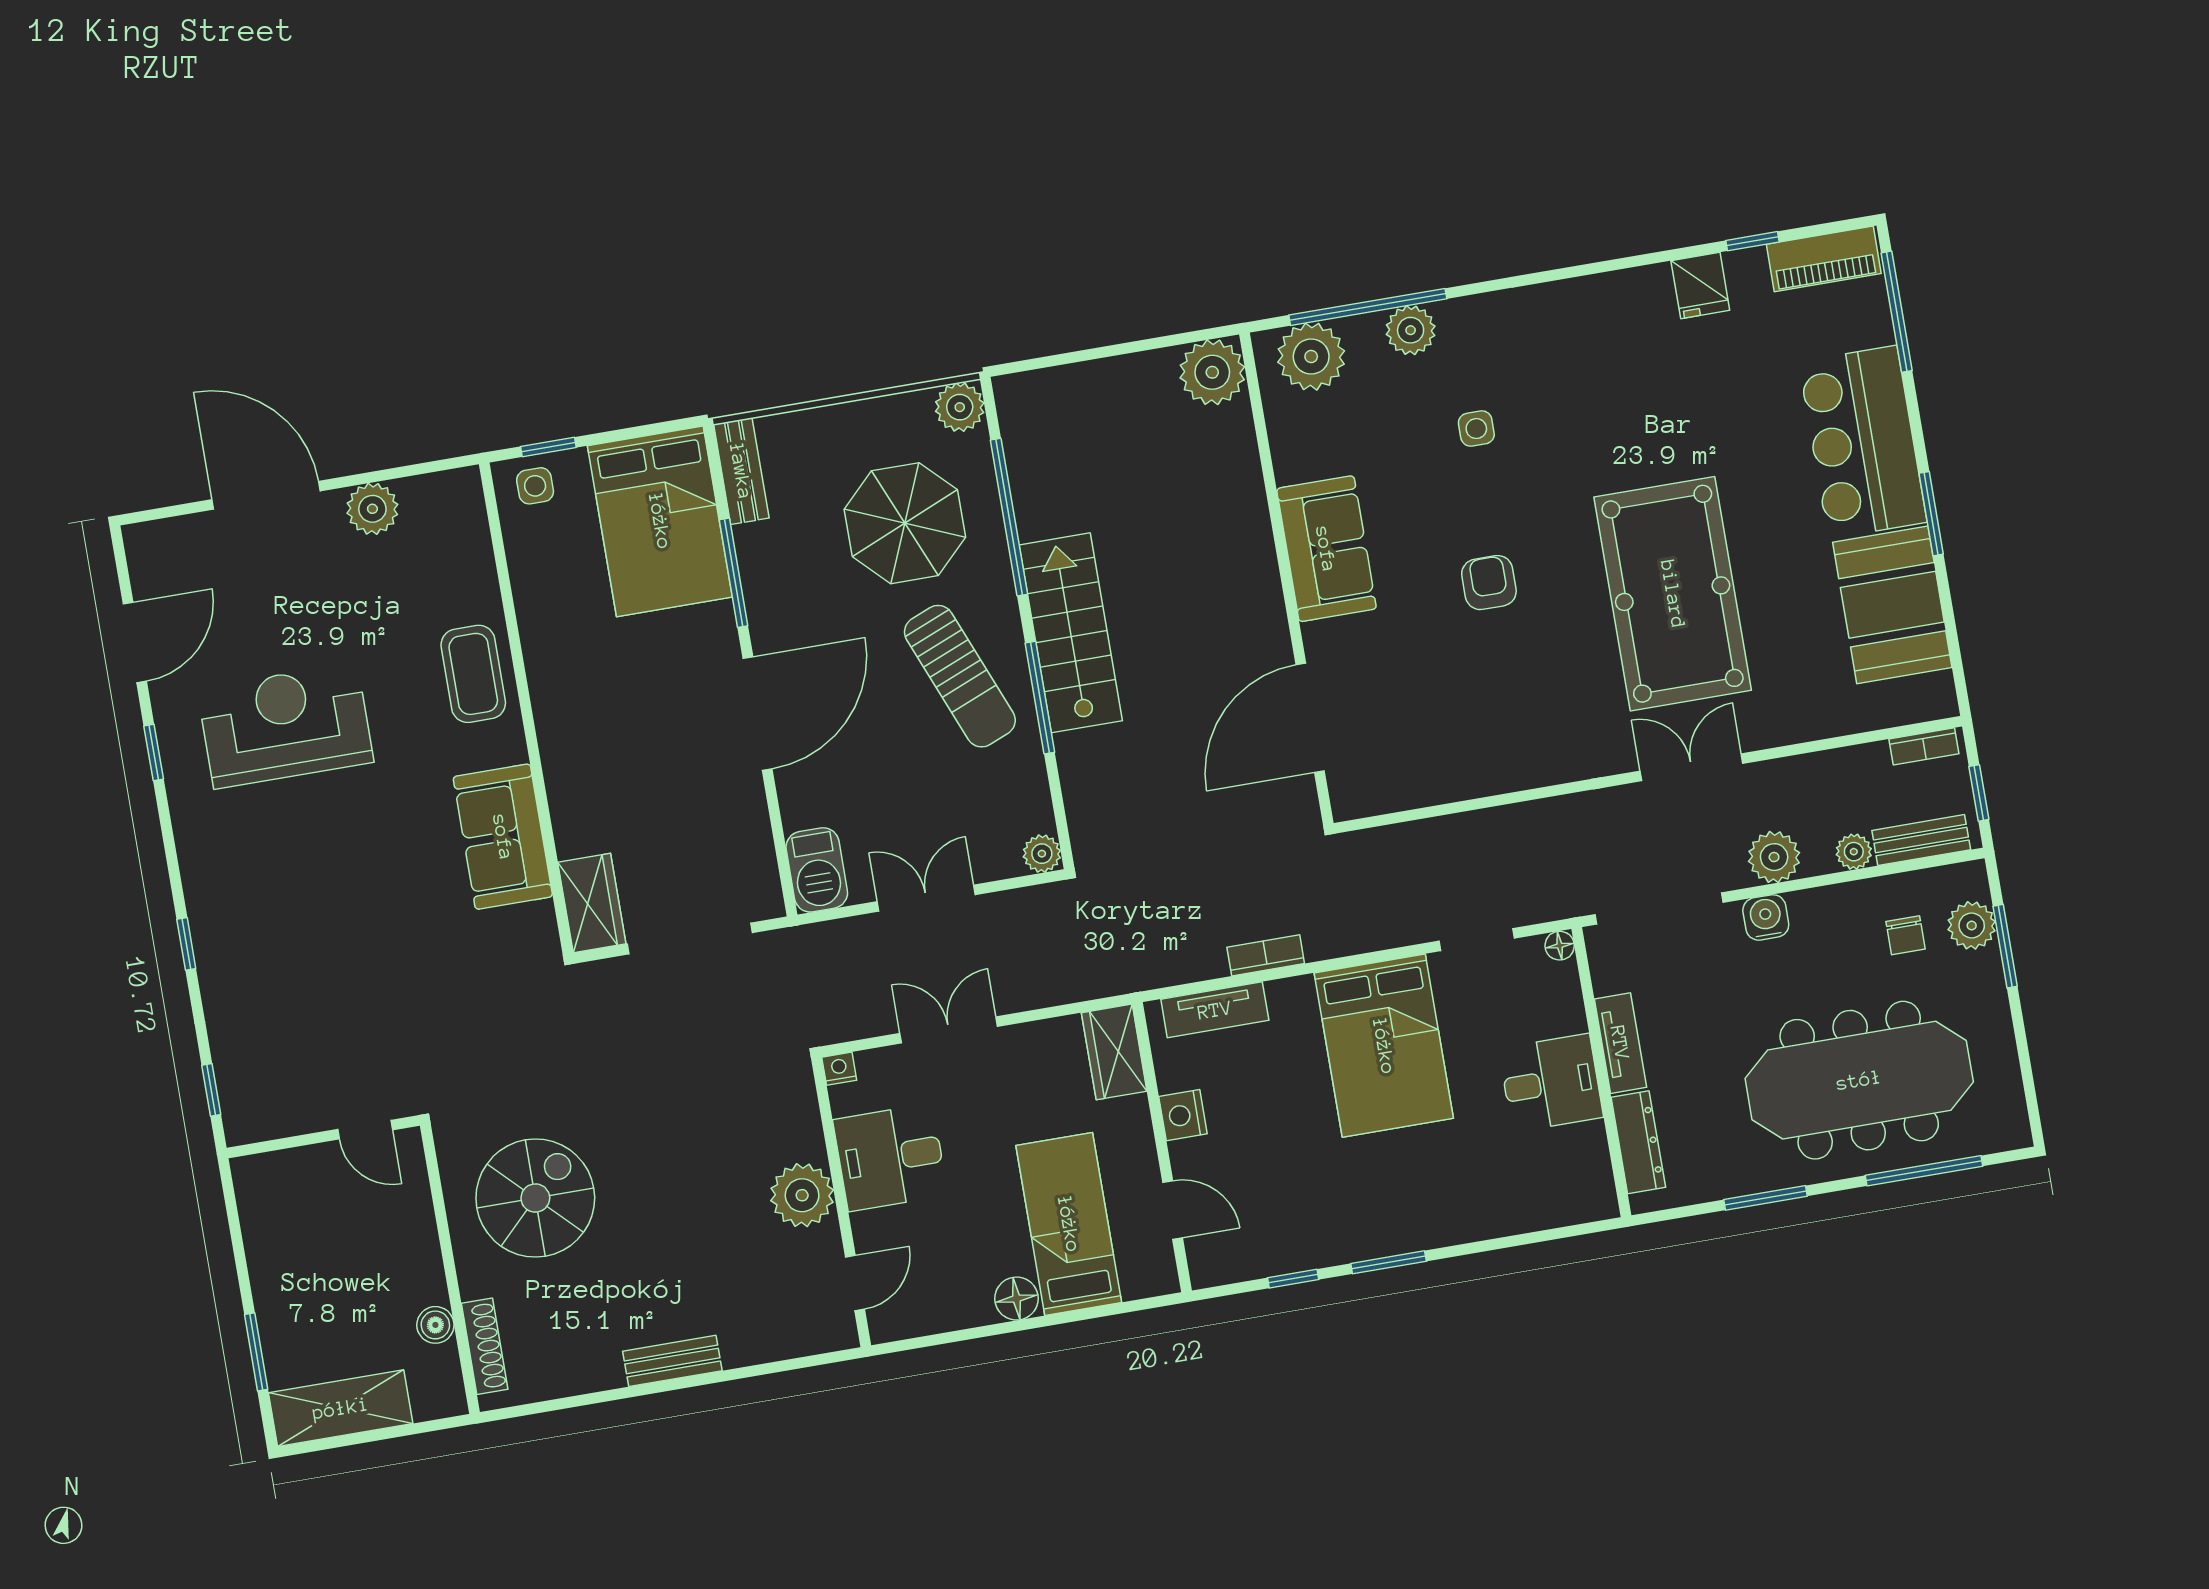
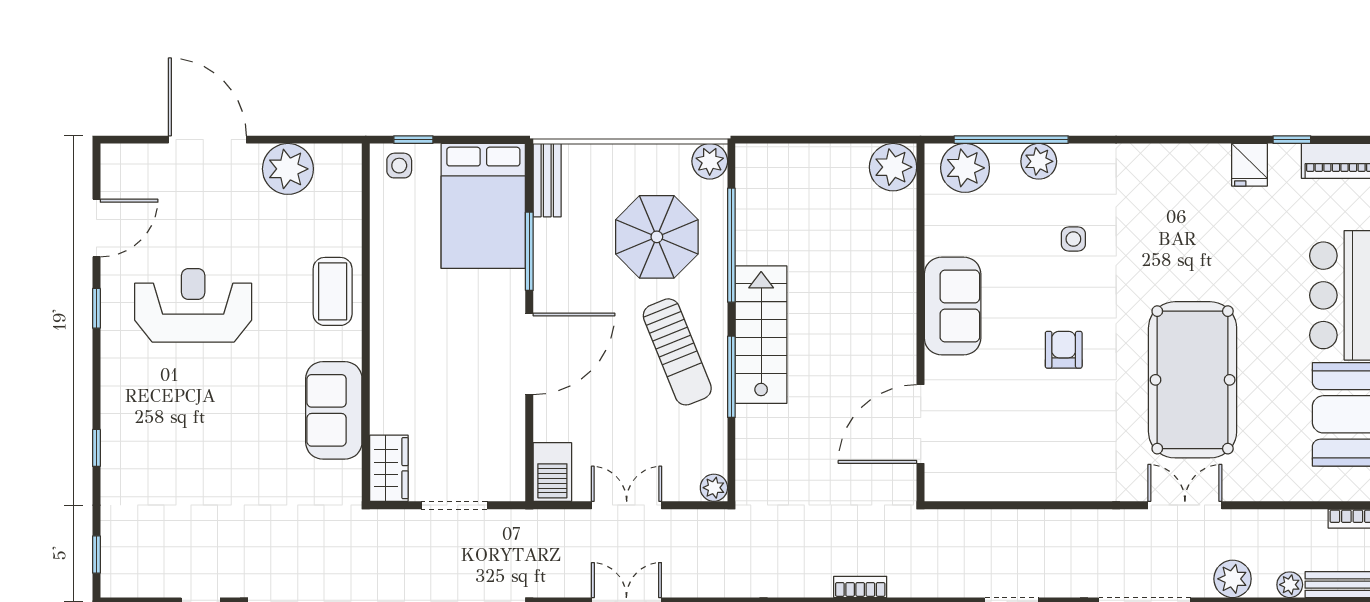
plant: (372, 509) -> (288, 169), width x1.36, depth x1.36
doorway: (690, 938) -> (454, 505), width x0.73

